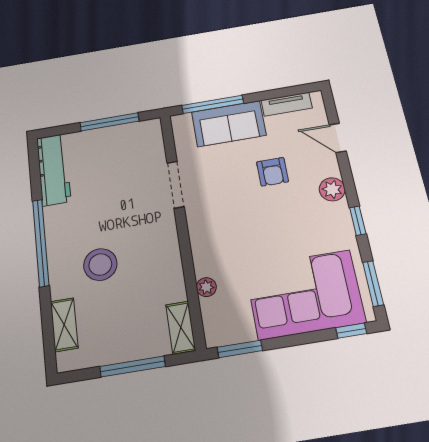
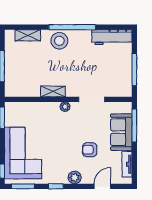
stool: (100, 265) -> (59, 41), moved
plant: (206, 287) -> (65, 107), moved
shelving: (181, 327) -> (53, 91), moved

